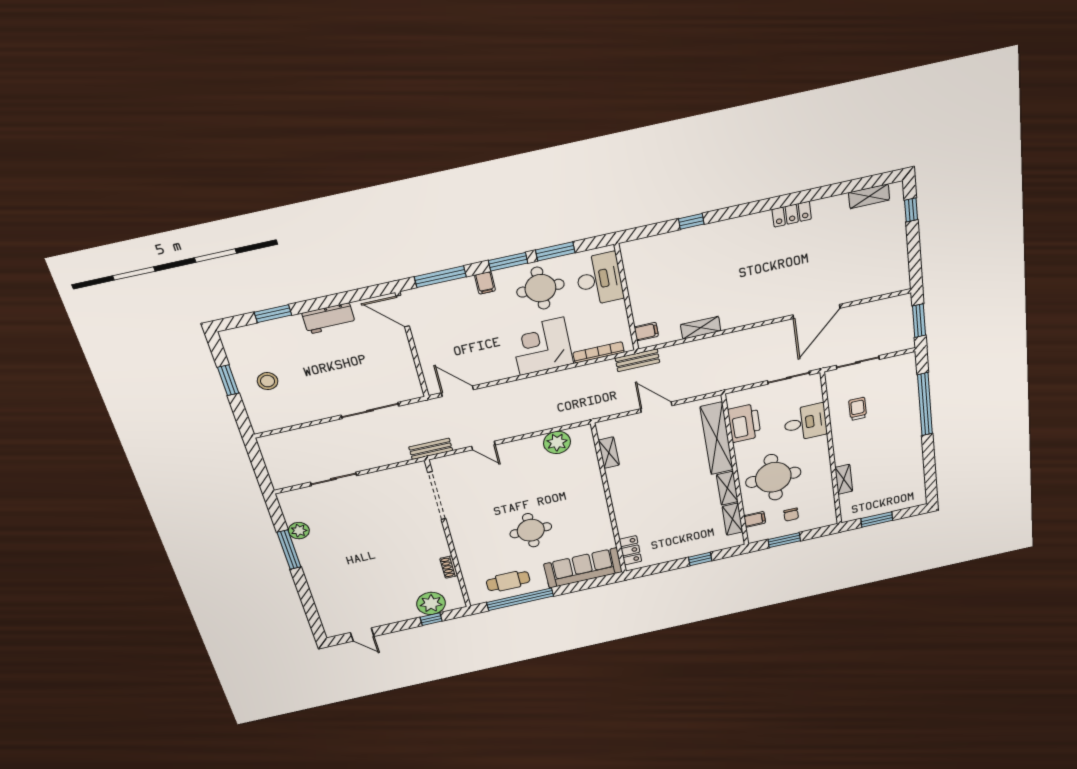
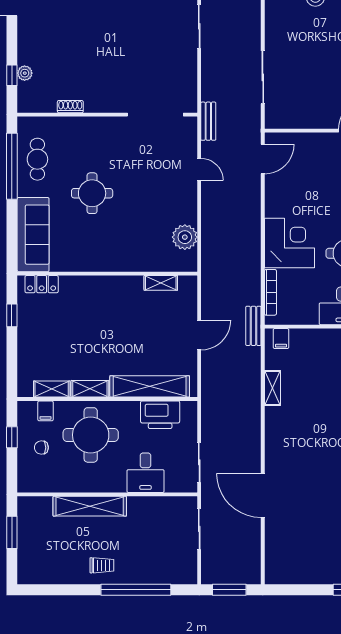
trolley: (858, 409) -> (102, 565), moved
door: (483, 446) -> (199, 169), swing flipped
shelving: (844, 479) -> (90, 506), width x2.20, depth x1.33
window: (784, 540) -> (12, 437), width x0.67
window: (700, 559) -> (12, 315), moved
plant: (431, 603) -> (25, 73), width x0.53, depth x0.53

